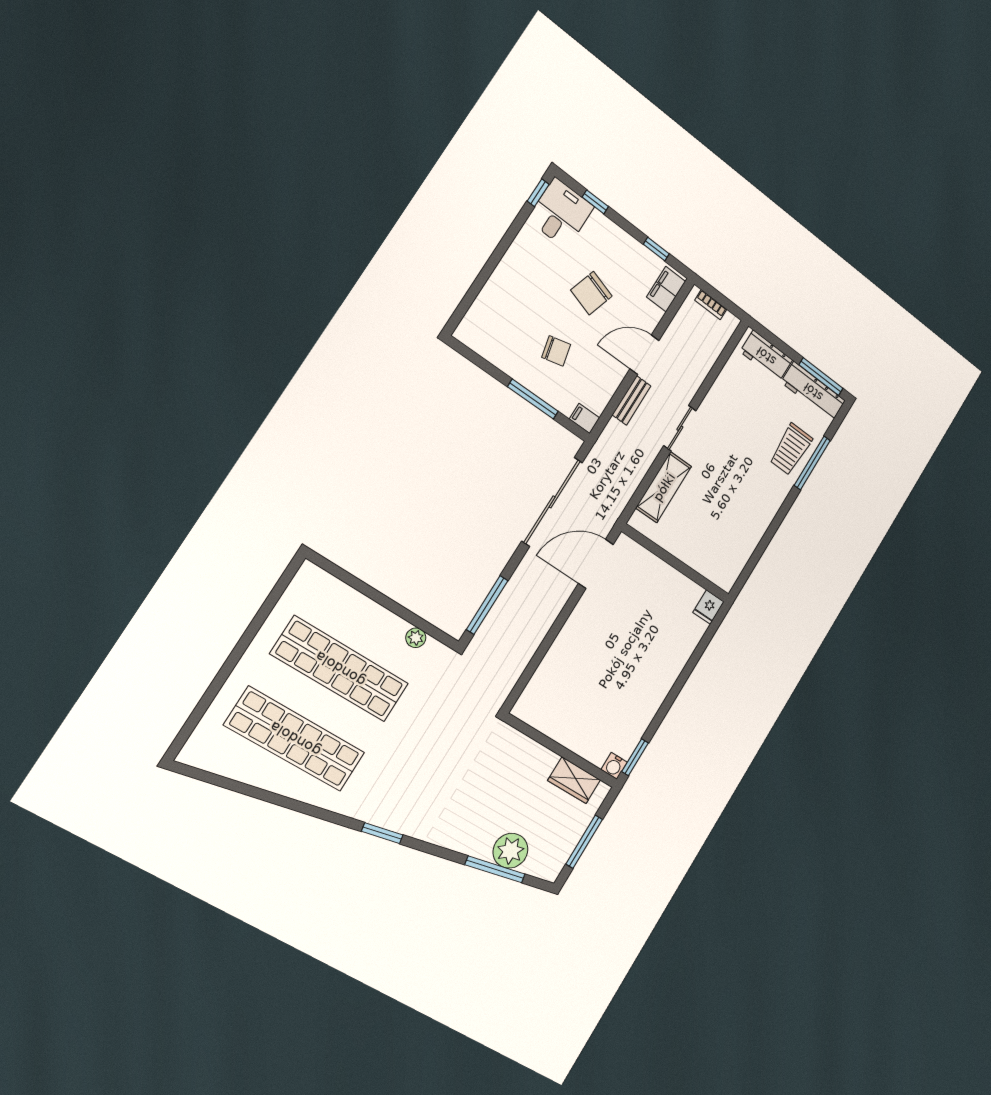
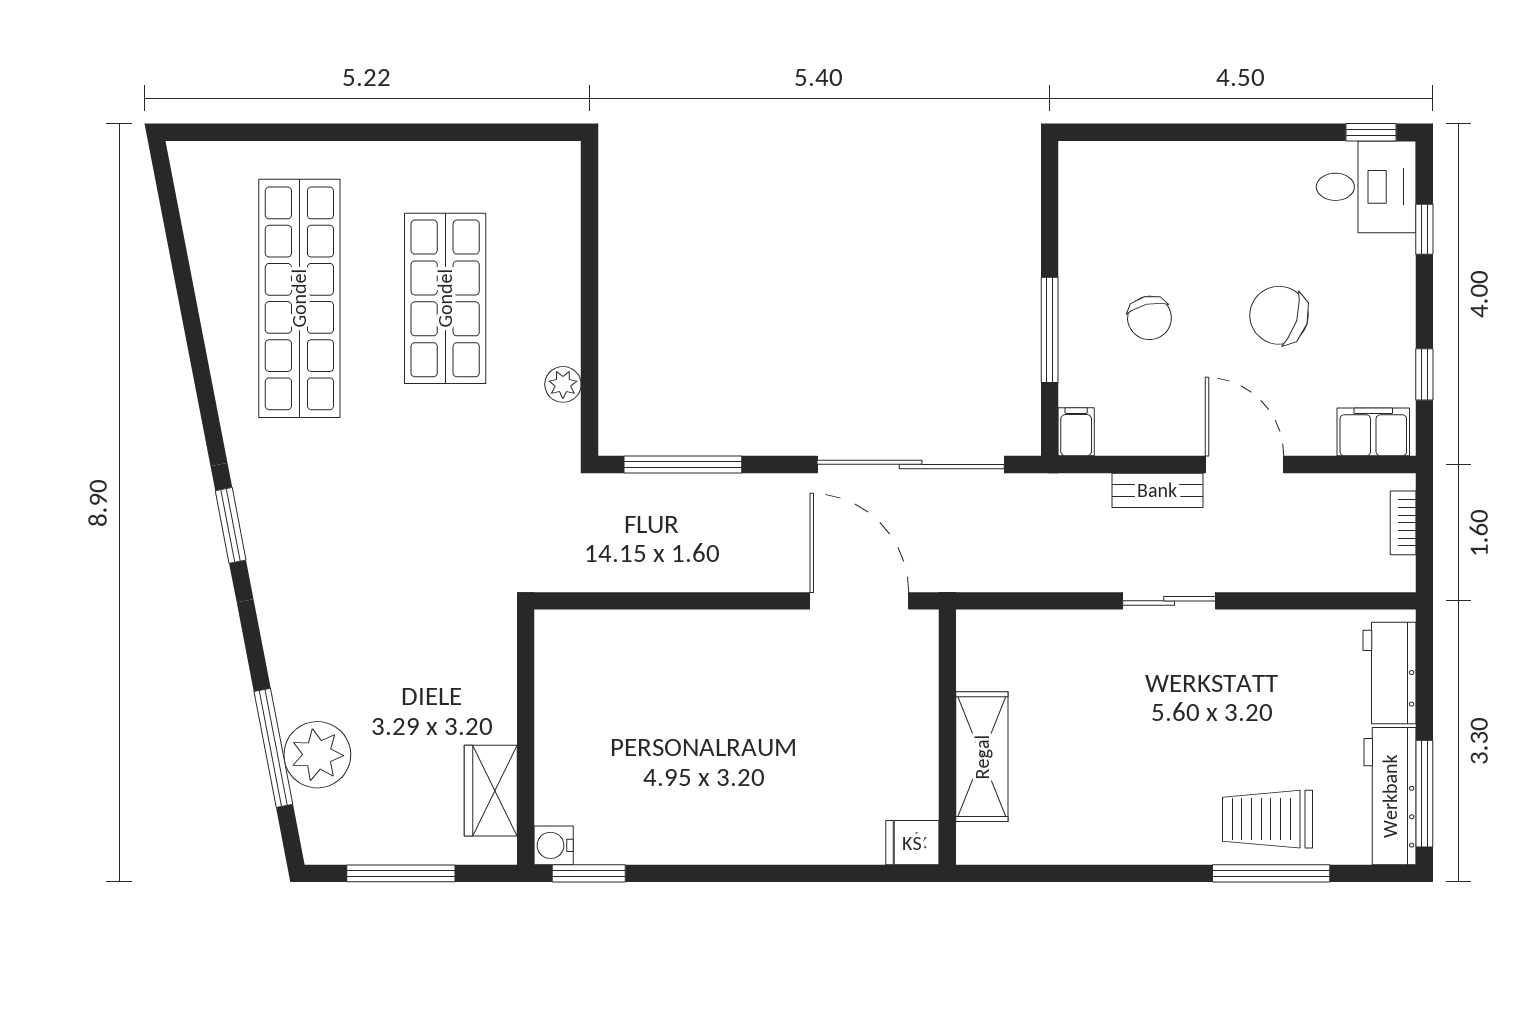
shelving: (664, 487) -> (982, 757), moved, turned 90
shop shelf: (340, 669) -> (445, 298), width x0.71

